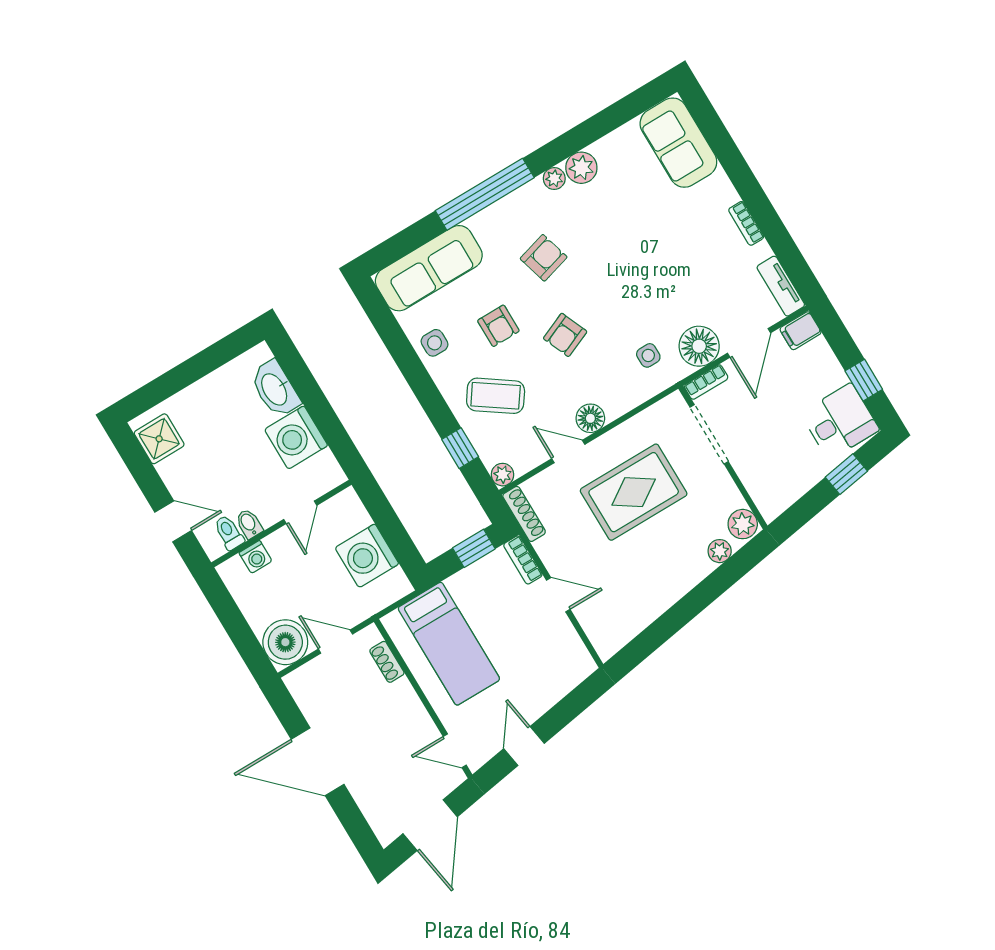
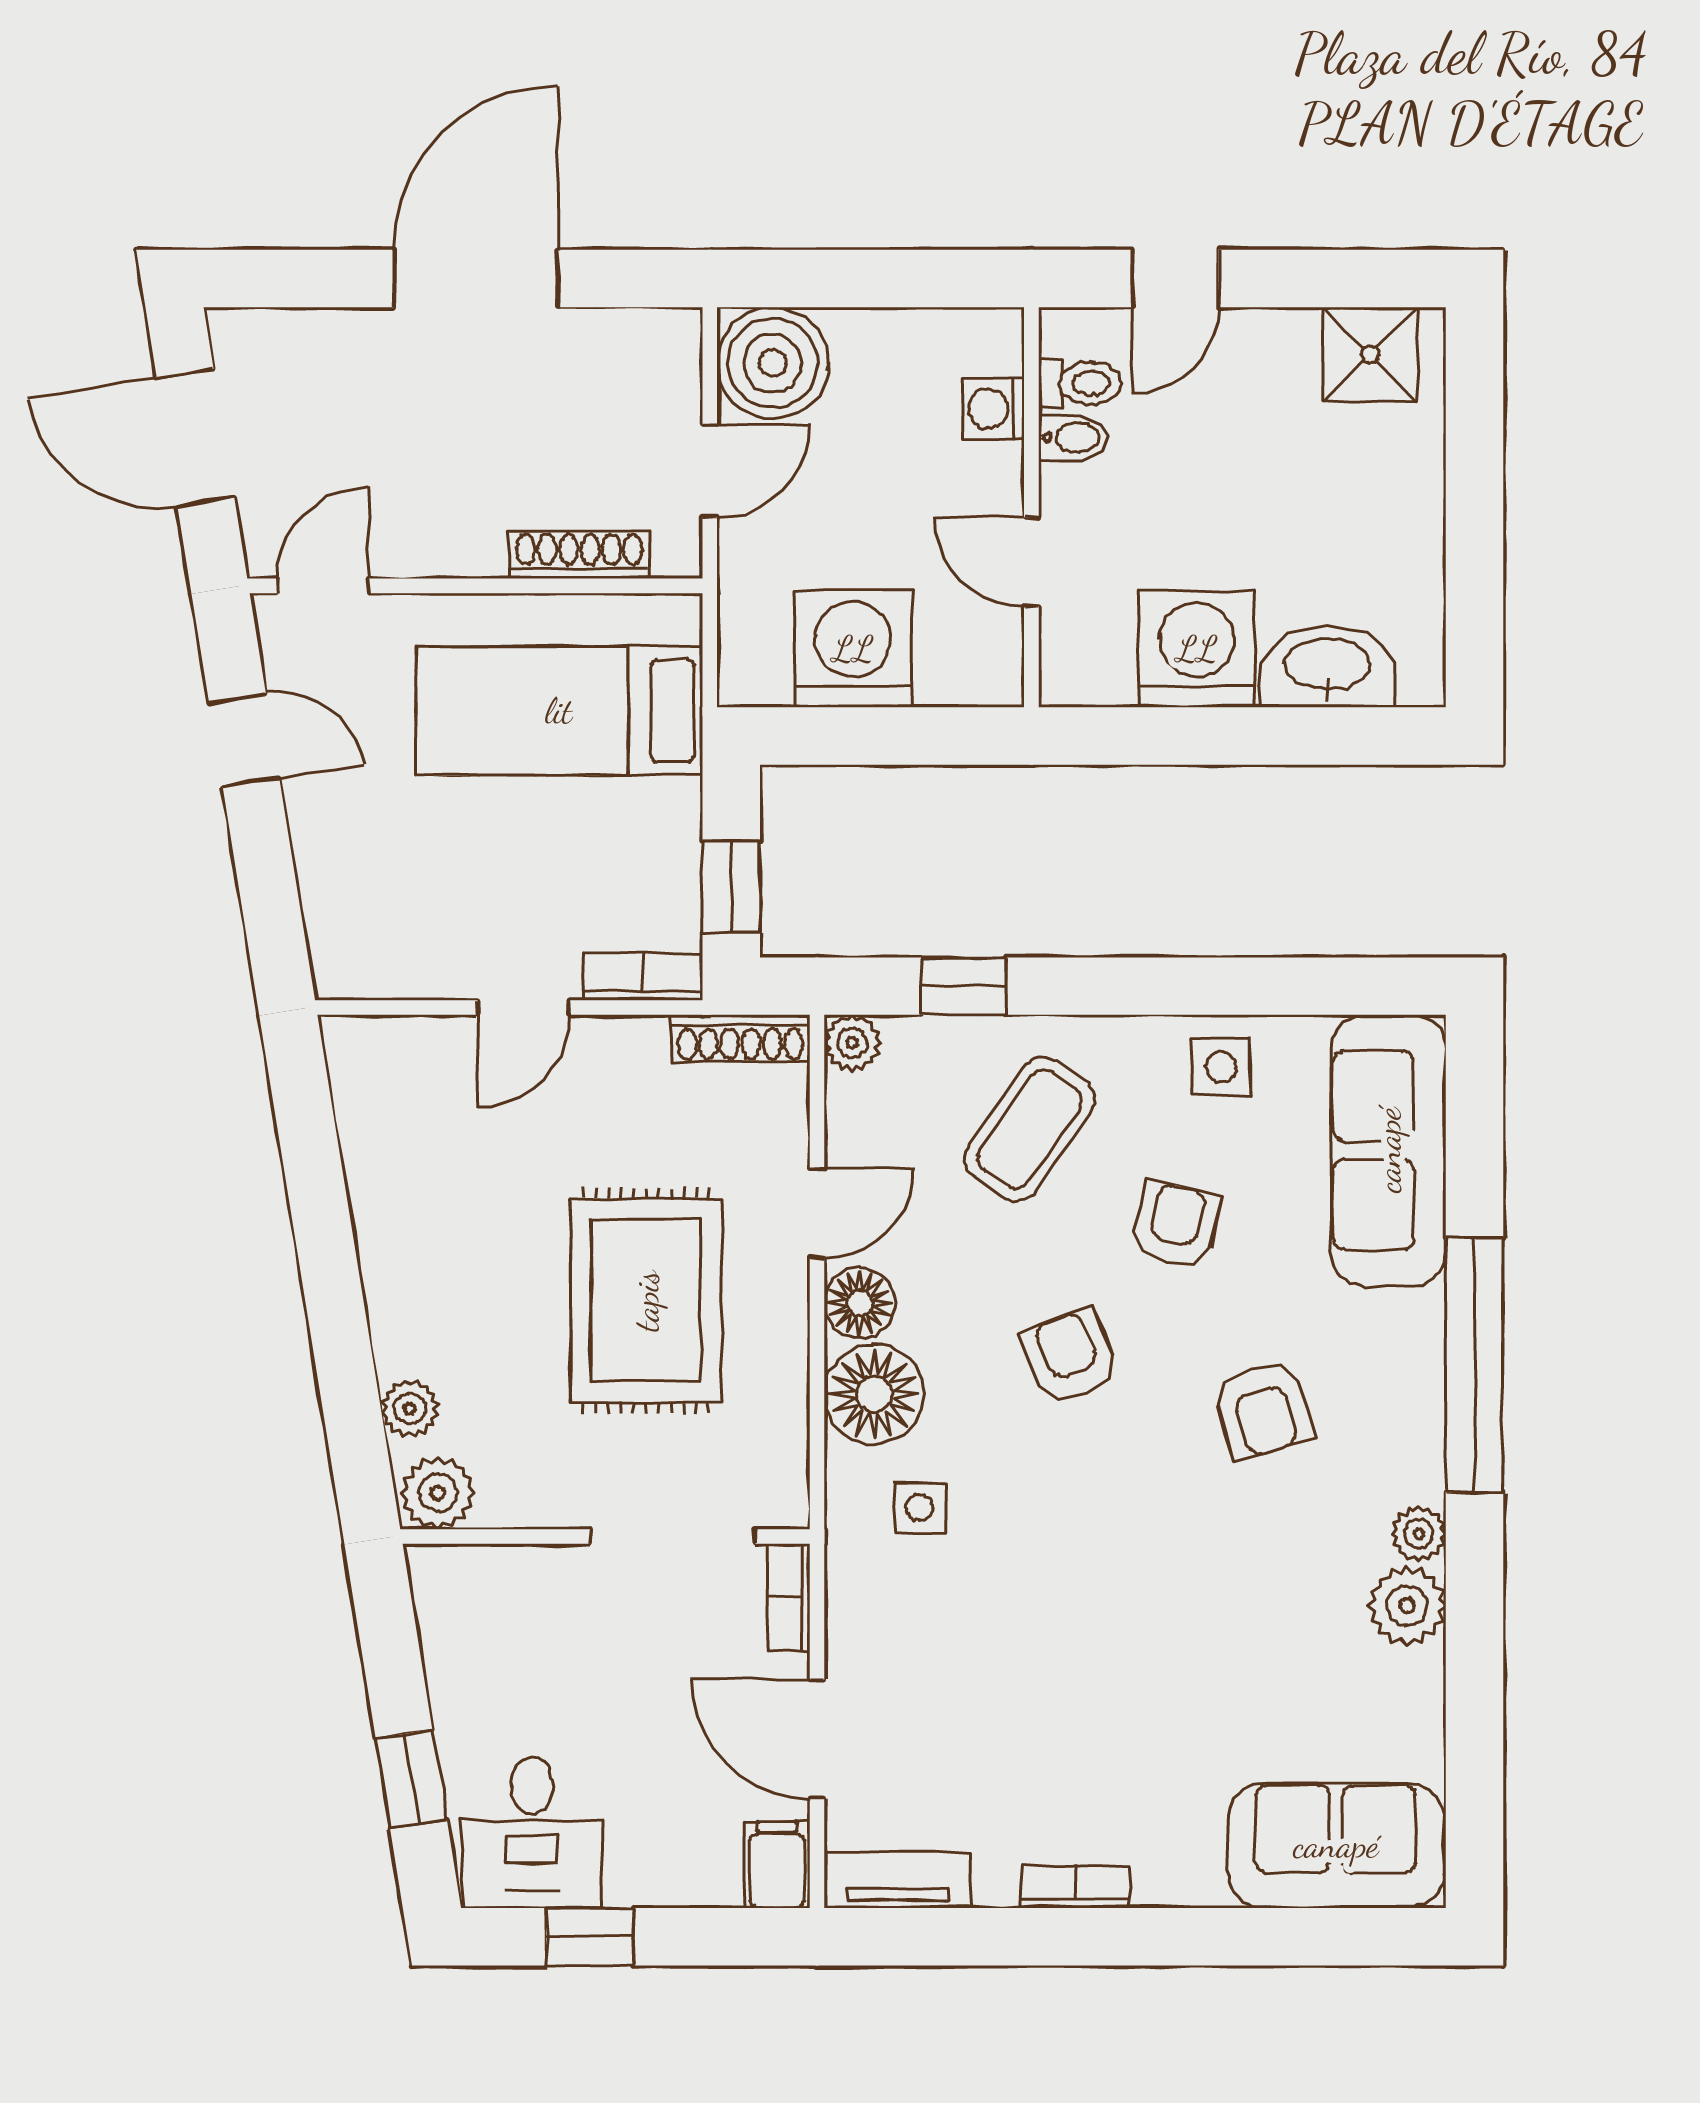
armchair: (498, 326) -> (1176, 1225), turned 103
floor lamp: (699, 346) -> (874, 1394), moved
shoe rack: (387, 662) -> (579, 555), width x1.43

